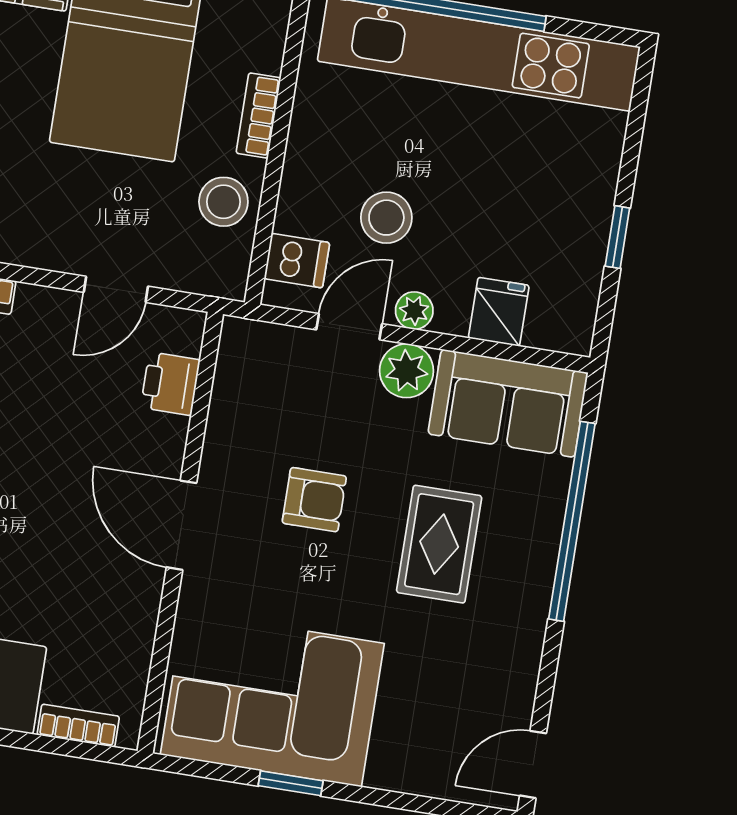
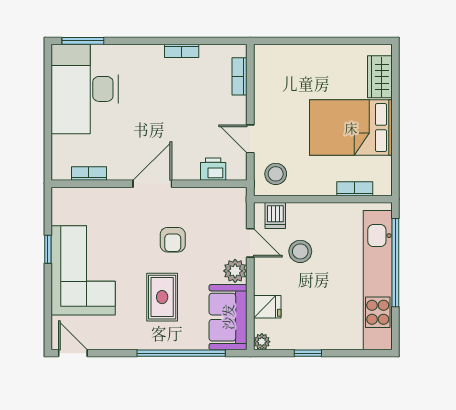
bookcase: (258, 115) -> (355, 189), moved
stool: (223, 202) -> (276, 174), moved
plant: (414, 311) -> (262, 342), moved
rug: (439, 544) -> (162, 297), turned 90
corner sofa: (272, 699) -> (83, 270), moved
bookcase: (78, 726) -> (89, 174), moved, turned -90

